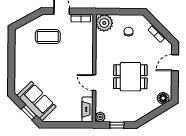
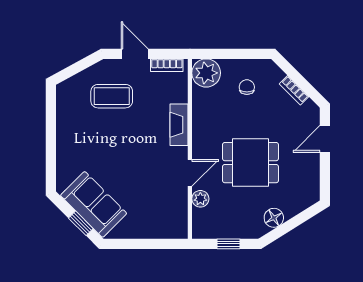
door: (94, 83) -> (190, 173), swing flipped
floor lamp: (163, 98) -> (274, 218), moved
fireplace: (87, 109) -> (179, 125), moved
plant: (100, 117) -> (200, 199), moved

